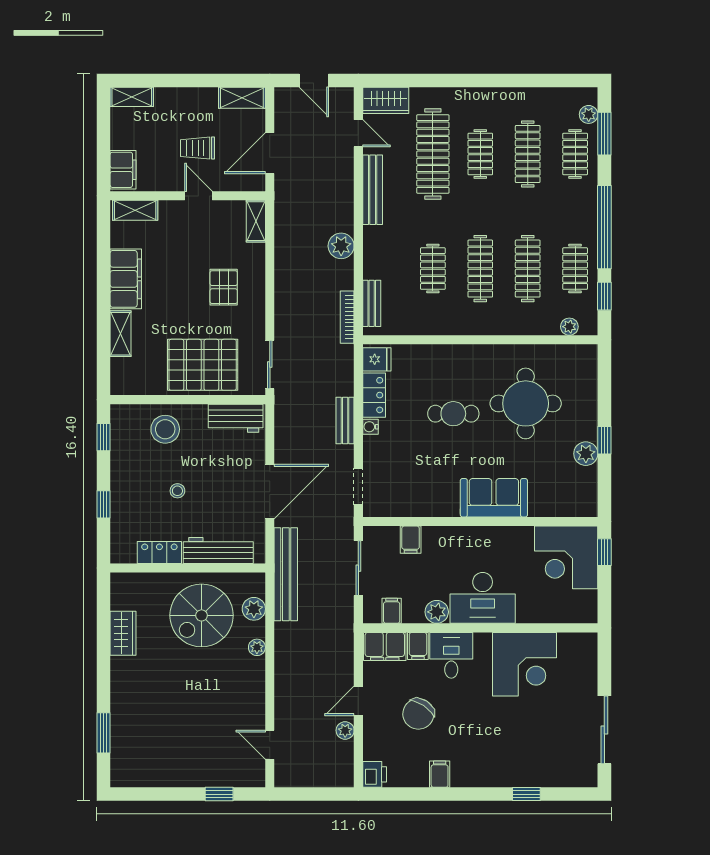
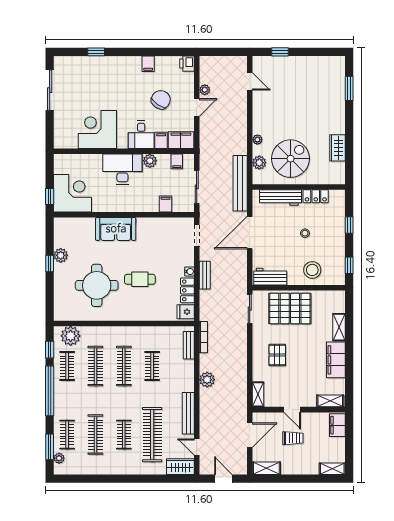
plant: (569, 327) -> (71, 336), width x1.88, depth x1.88

